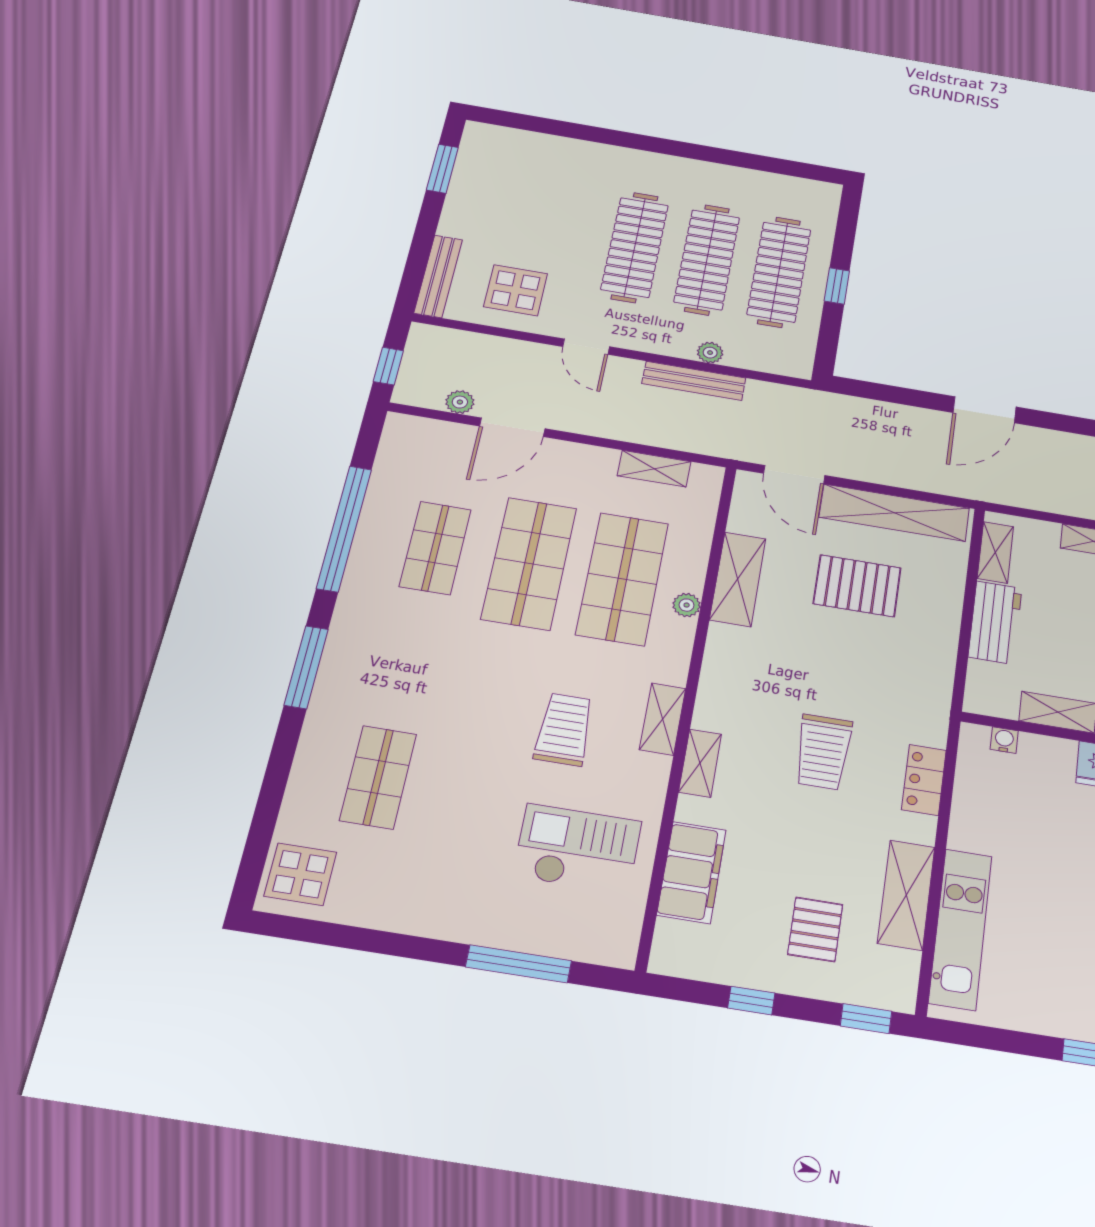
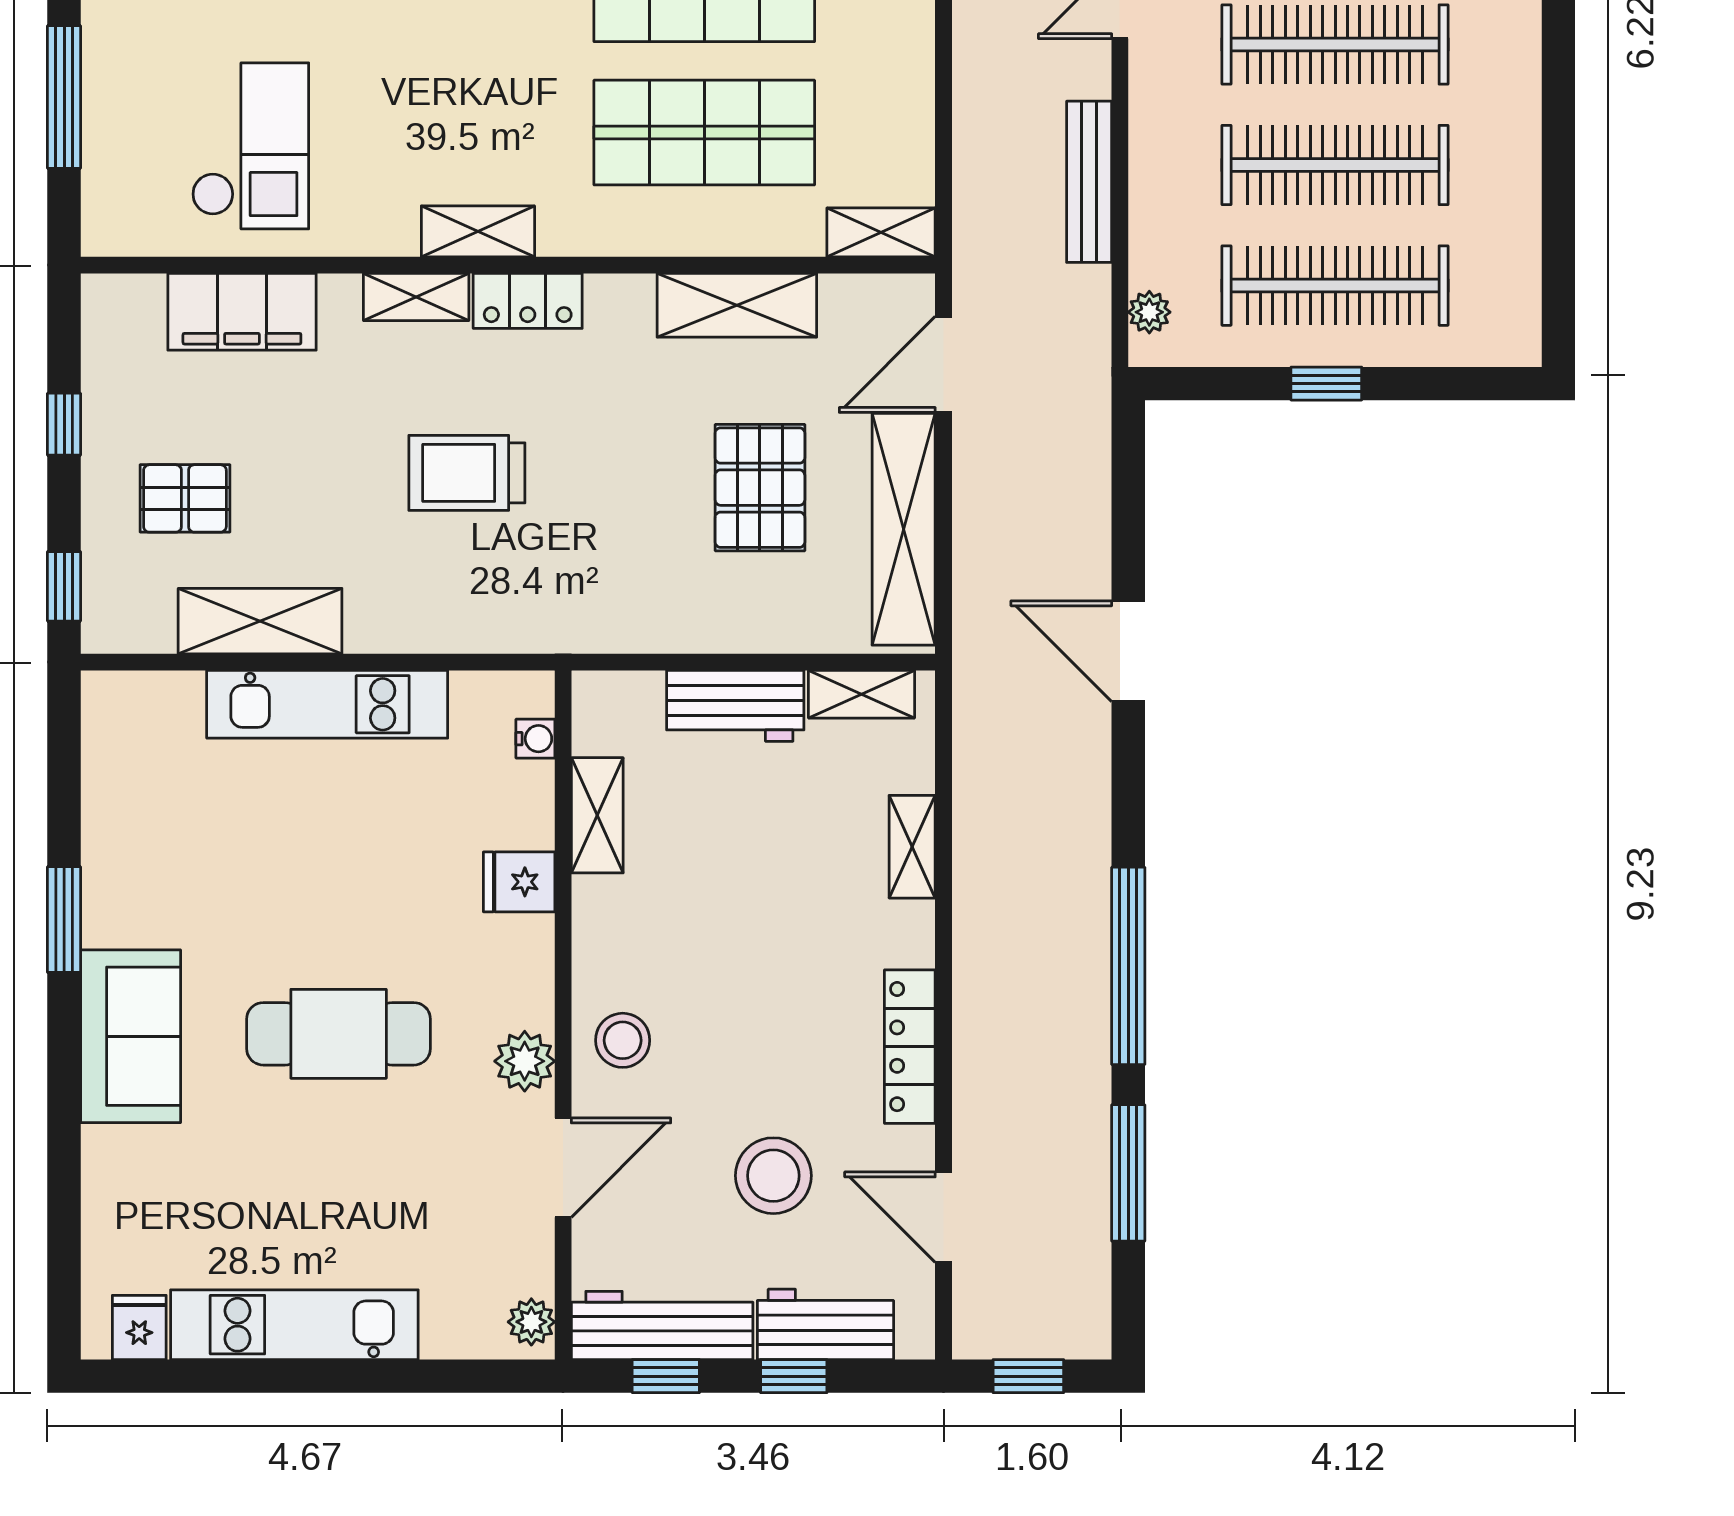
plant: (710, 353) -> (1149, 312), moved
shelving: (654, 469) -> (881, 232), moved, turned 90
plant: (687, 605) -> (677, 235), removed
trolley: (564, 729) -> (435, 93), removed
locker: (924, 780) -> (528, 301), moved, turned 180
kitchen unit: (960, 929) -> (327, 704), moved

